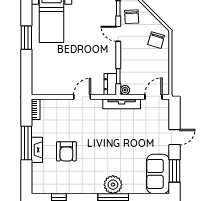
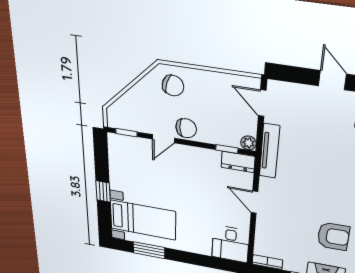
chair: (132, 17) -> (186, 128), moved
window: (26, 38) -> (149, 250), moved
desk: (45, 82) -> (230, 244), added

